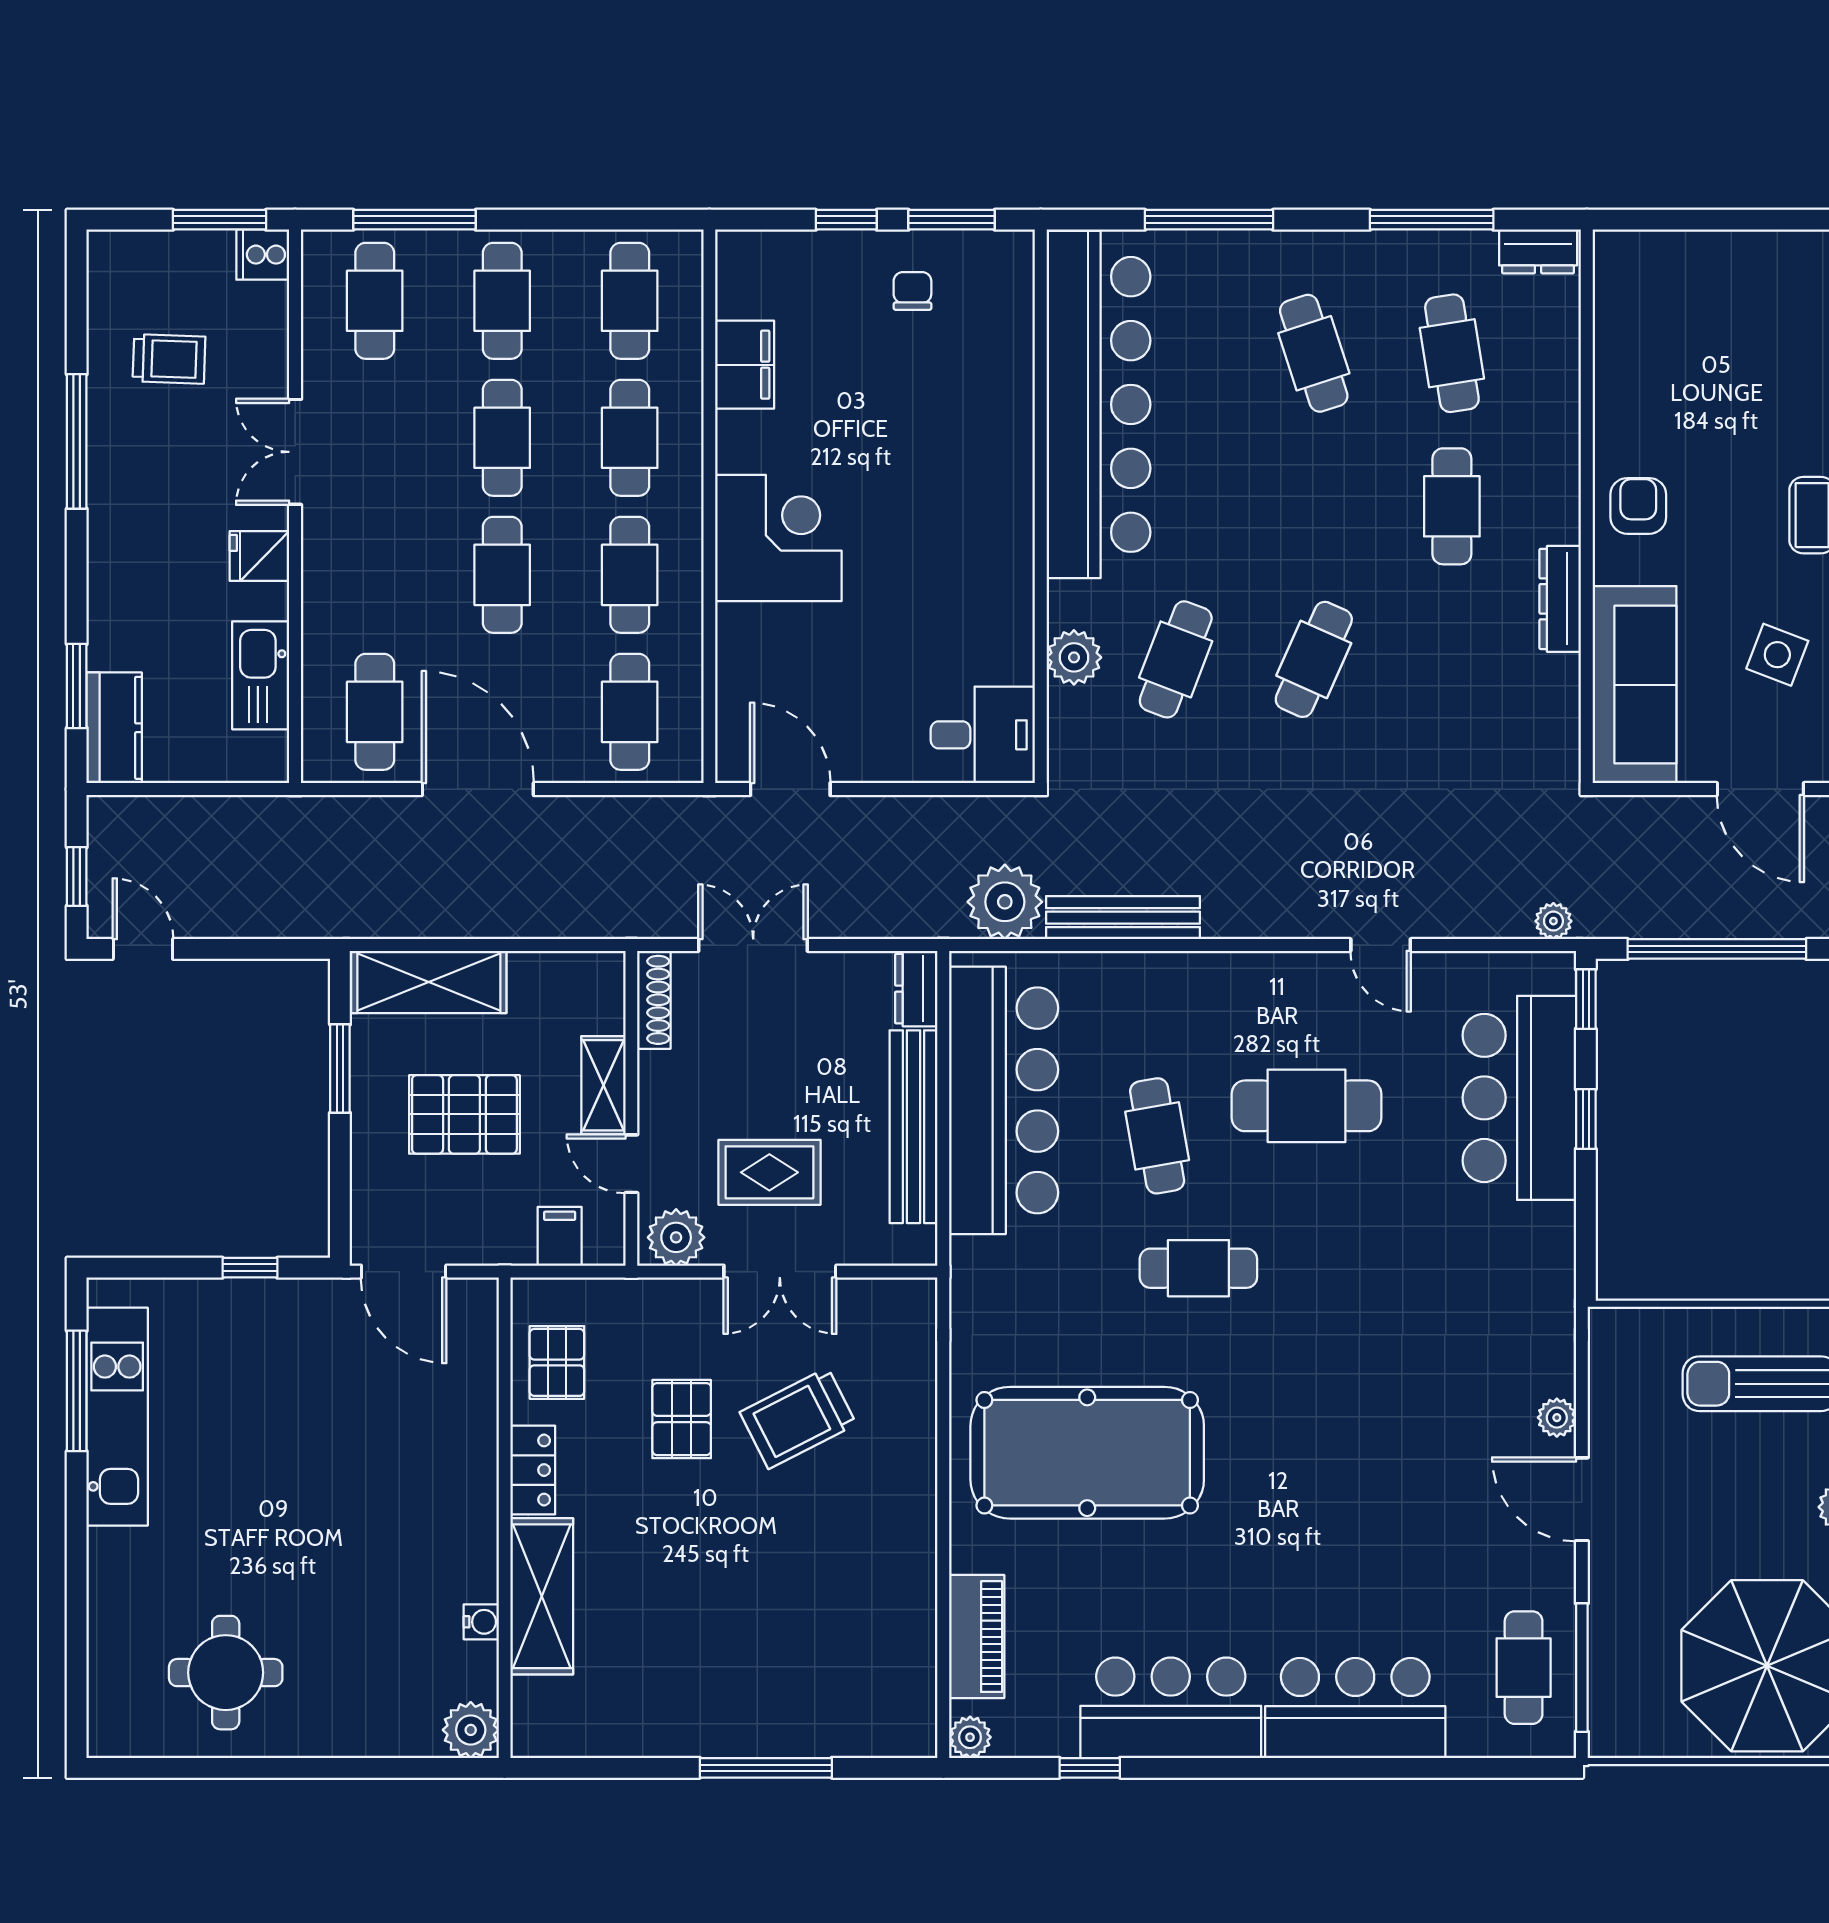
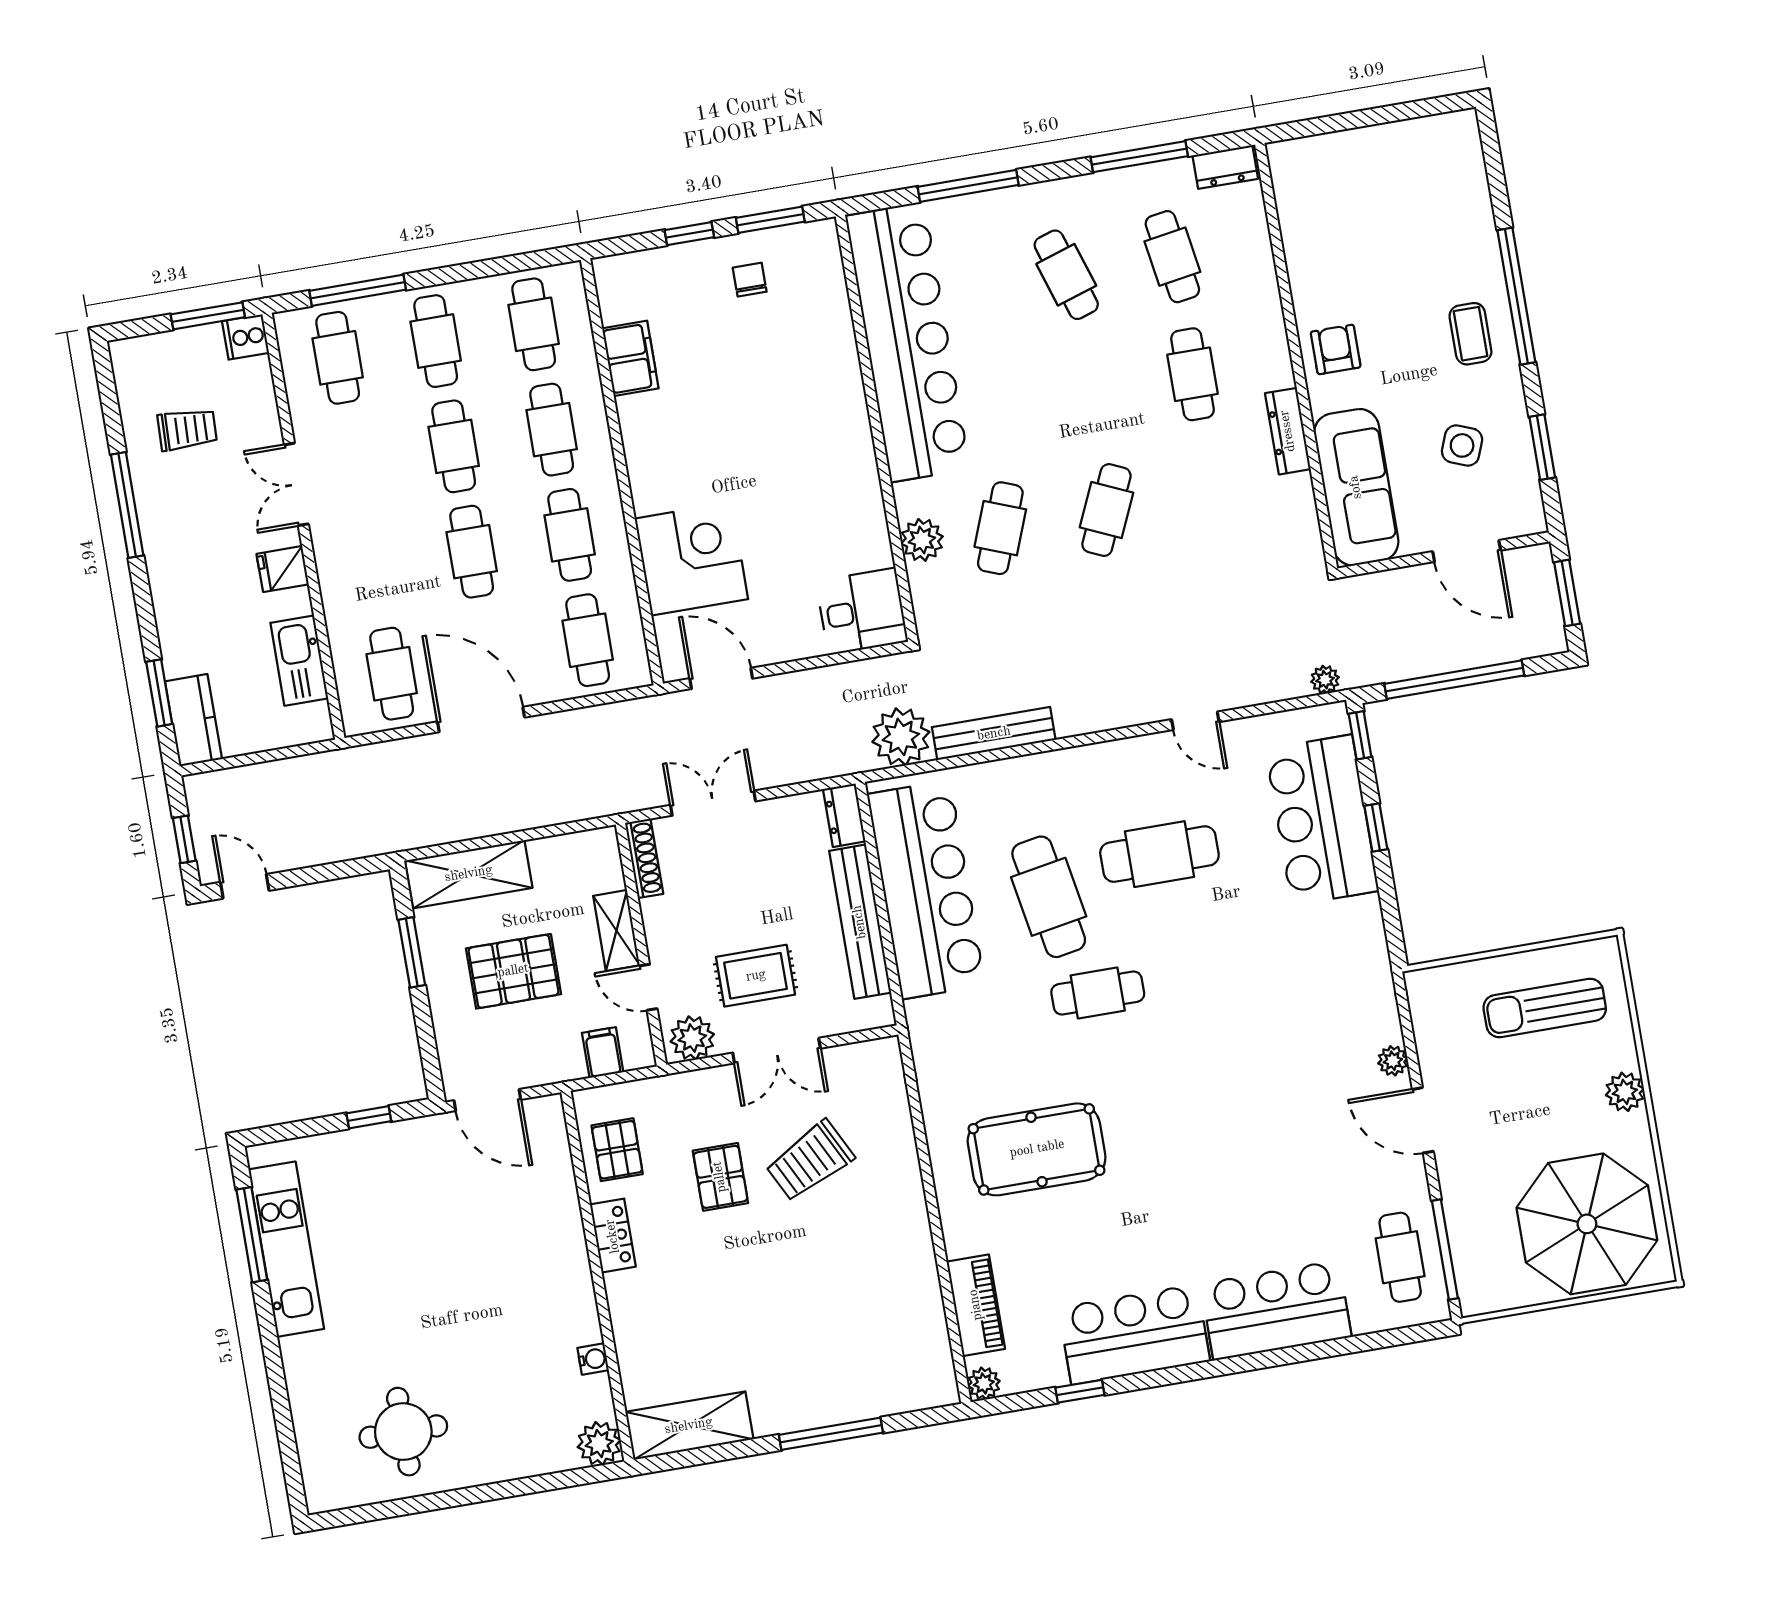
corner desk: (778, 538) -> (691, 559), moved
cafe table: (1157, 1136) -> (1049, 897), width x1.37, depth x1.35
pool table: (1087, 1453) -> (1037, 1149), width x0.73, depth x0.76
shelving: (542, 1596) -> (689, 1426), moved, turned 90

